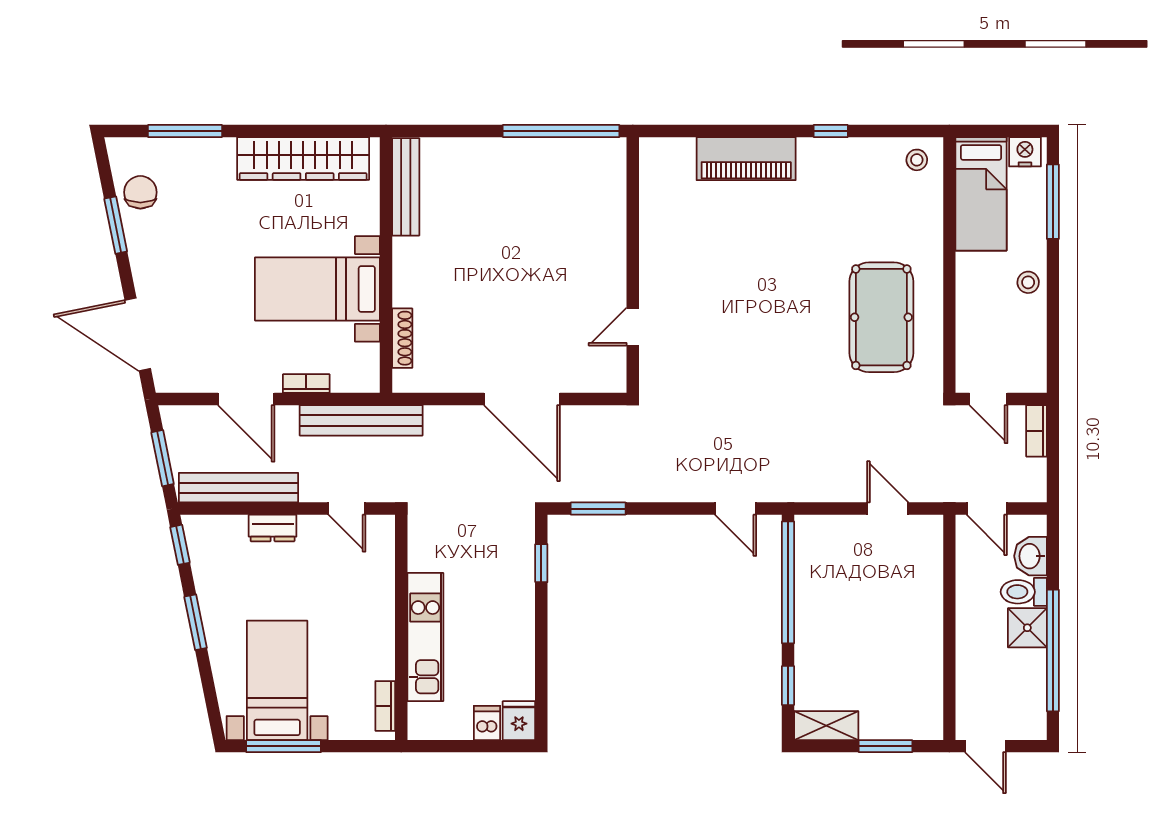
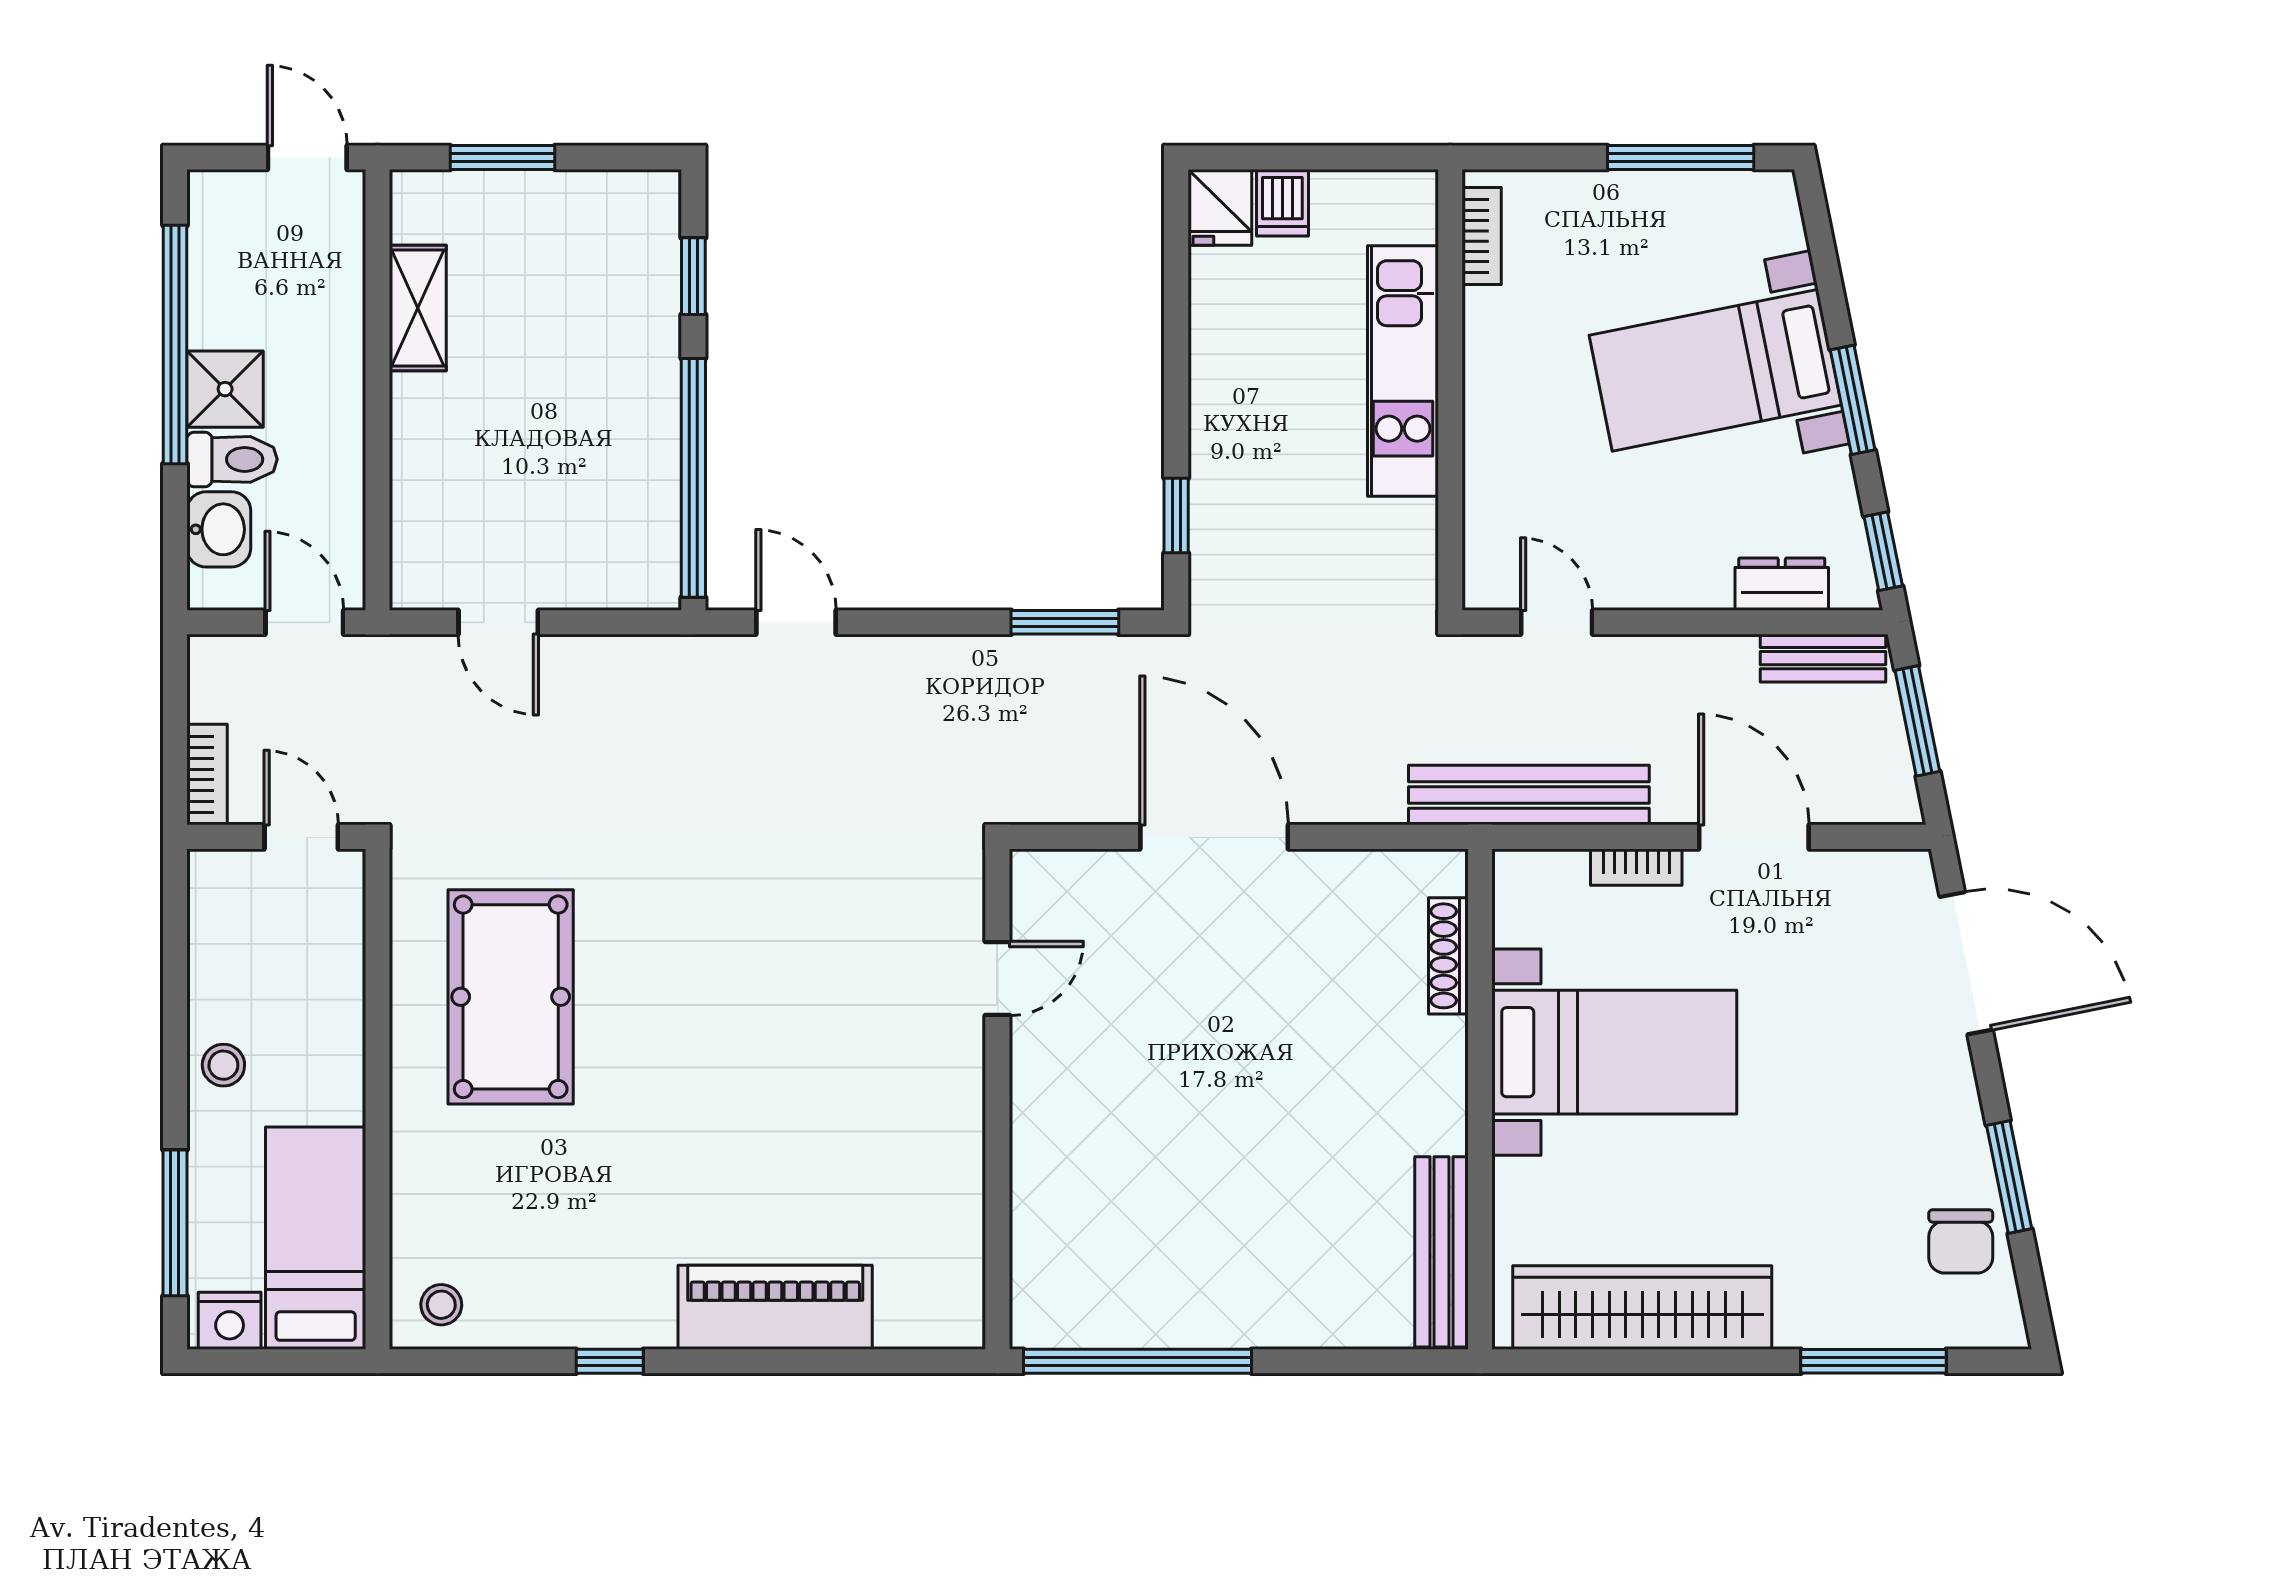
bench: (238, 488) -> (1823, 658), width x0.54, depth x0.82
dresser: (273, 528) -> (1782, 584), moved
bed with nightstands: (277, 680) -> (1715, 370), moved, turned 79
shelving: (826, 726) -> (418, 308), moved, turned 90

